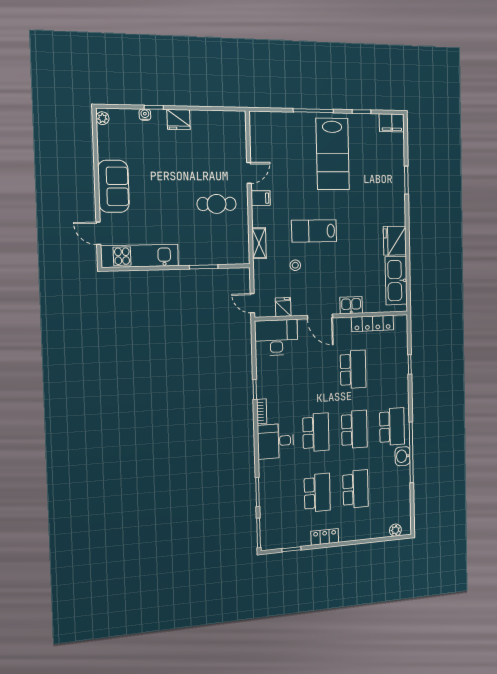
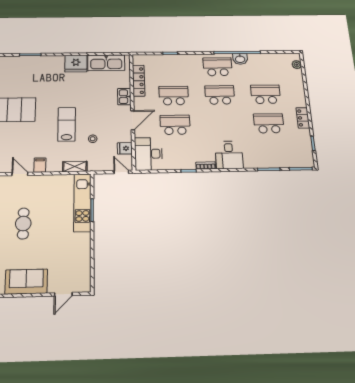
cafe table: (217, 204) -> (23, 223), moved
lab bench: (314, 231) -> (67, 124), turned 180
kitchen unit: (140, 256) -> (82, 203), moved
door: (252, 303) -> (121, 172), swing flipped
school desk: (316, 432) -> (175, 125), moved

